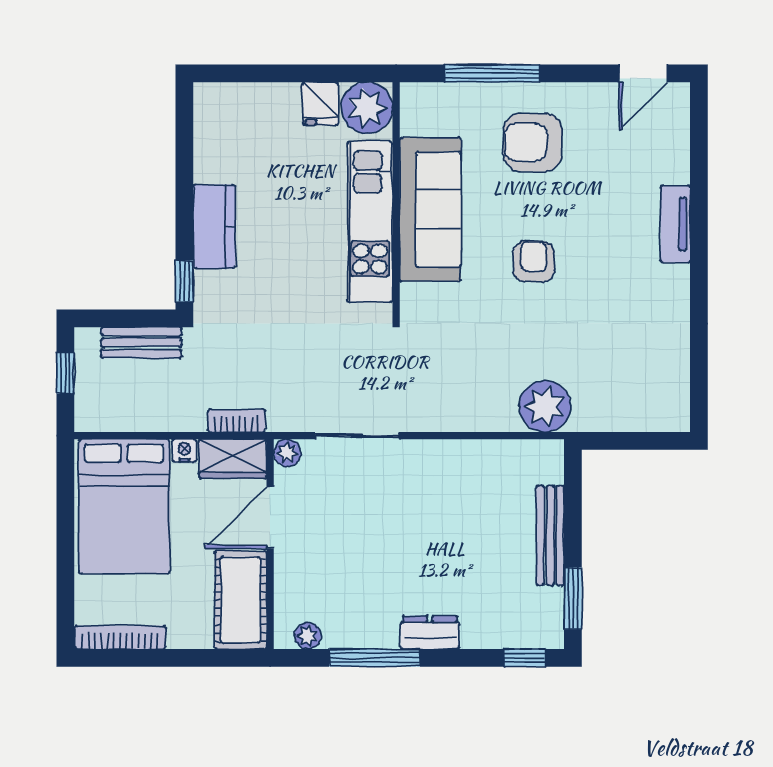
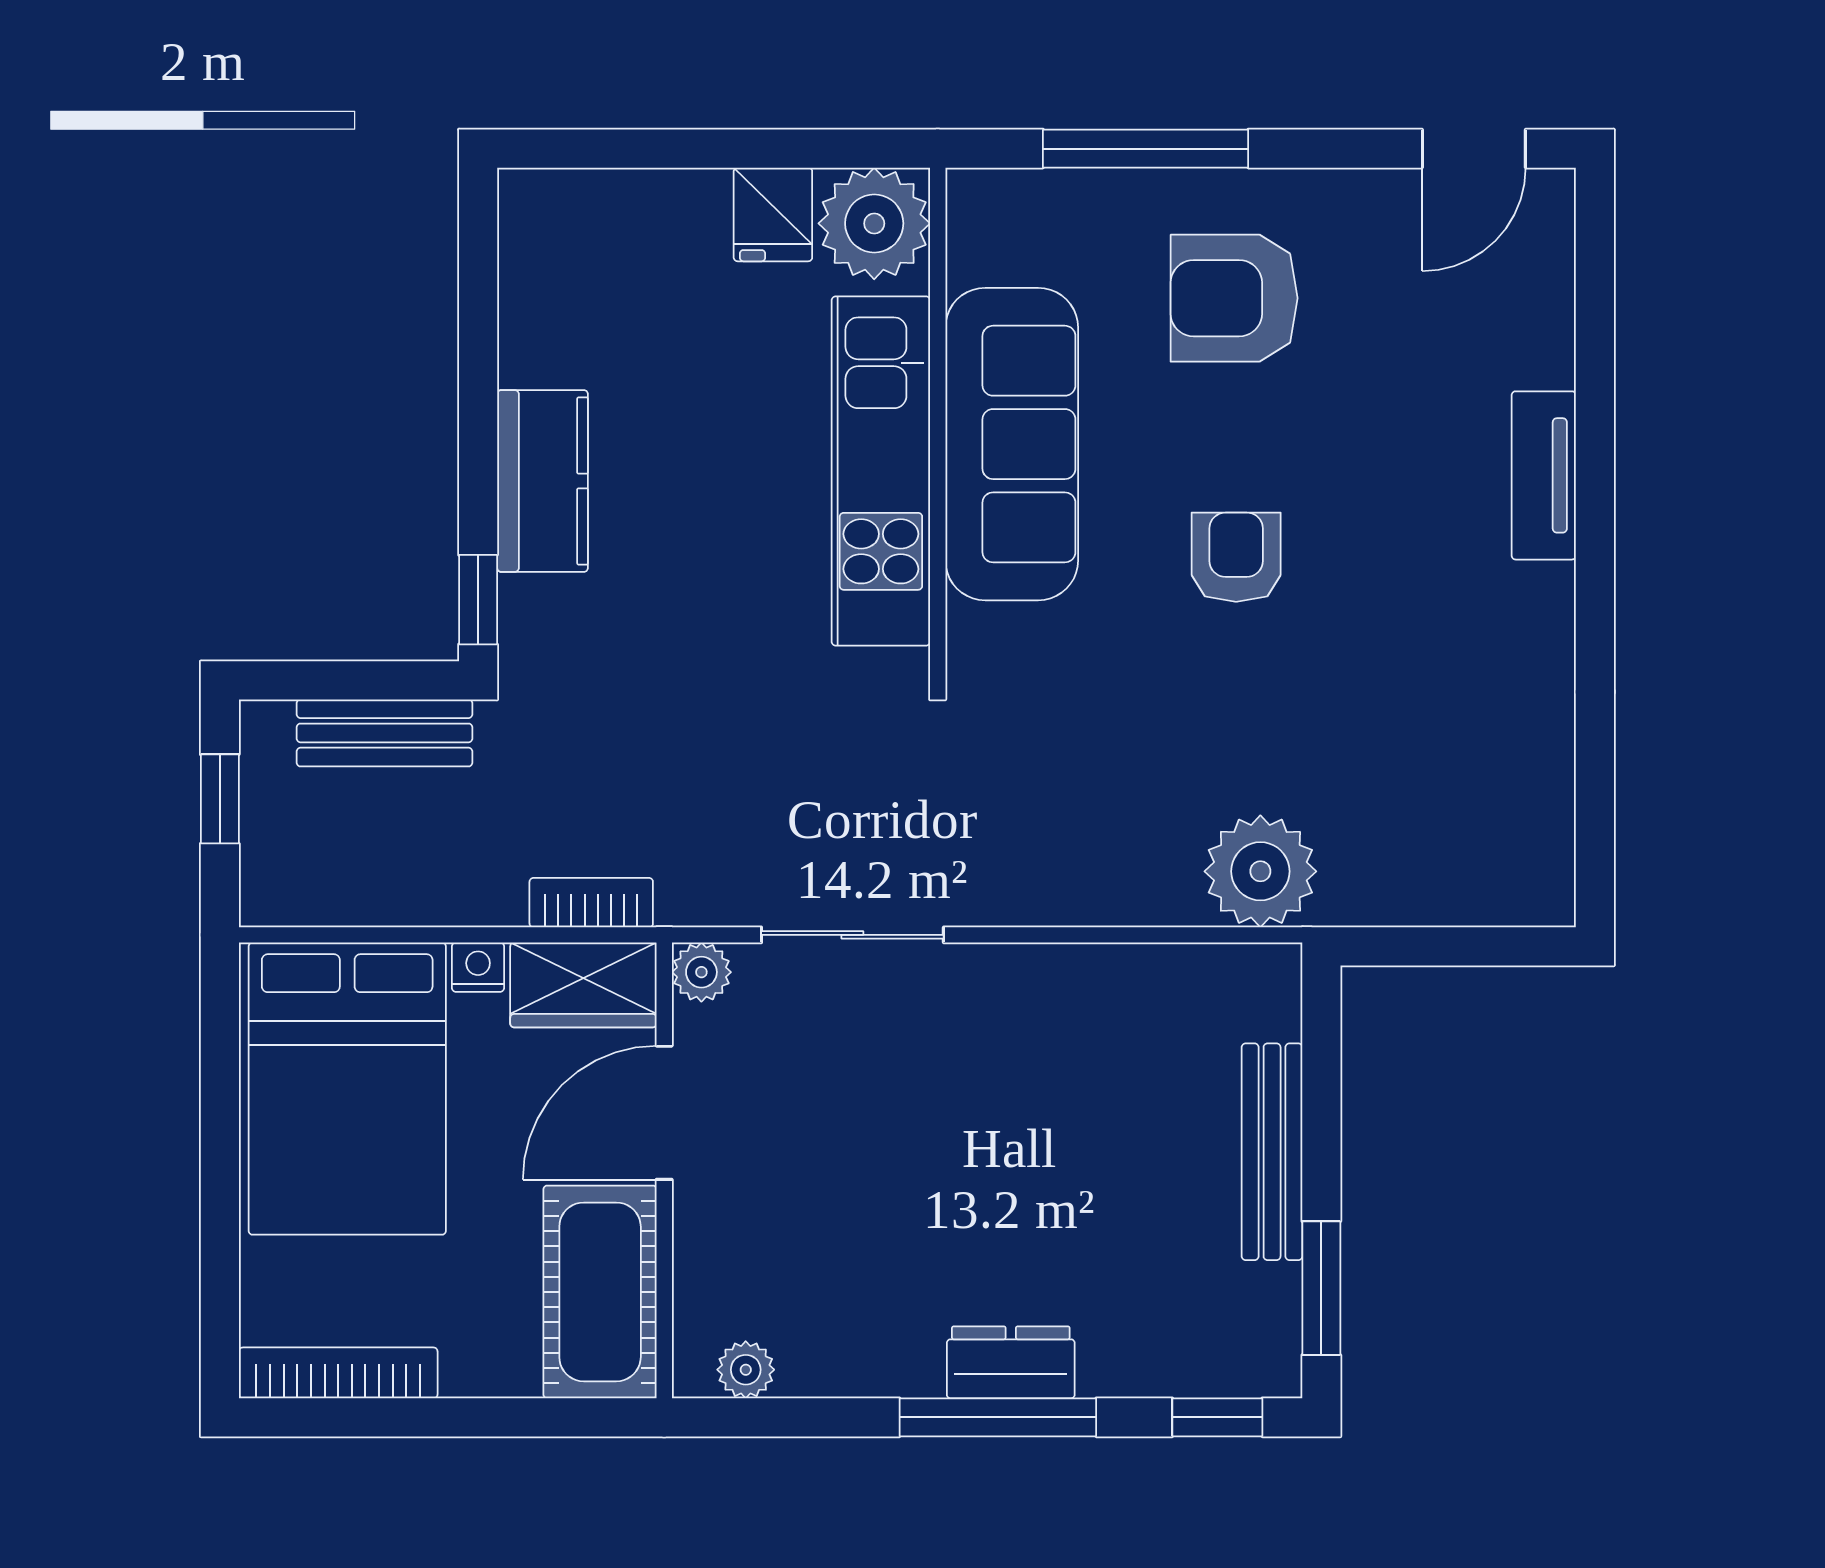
window: (374, 658) -> (998, 1417), moved

